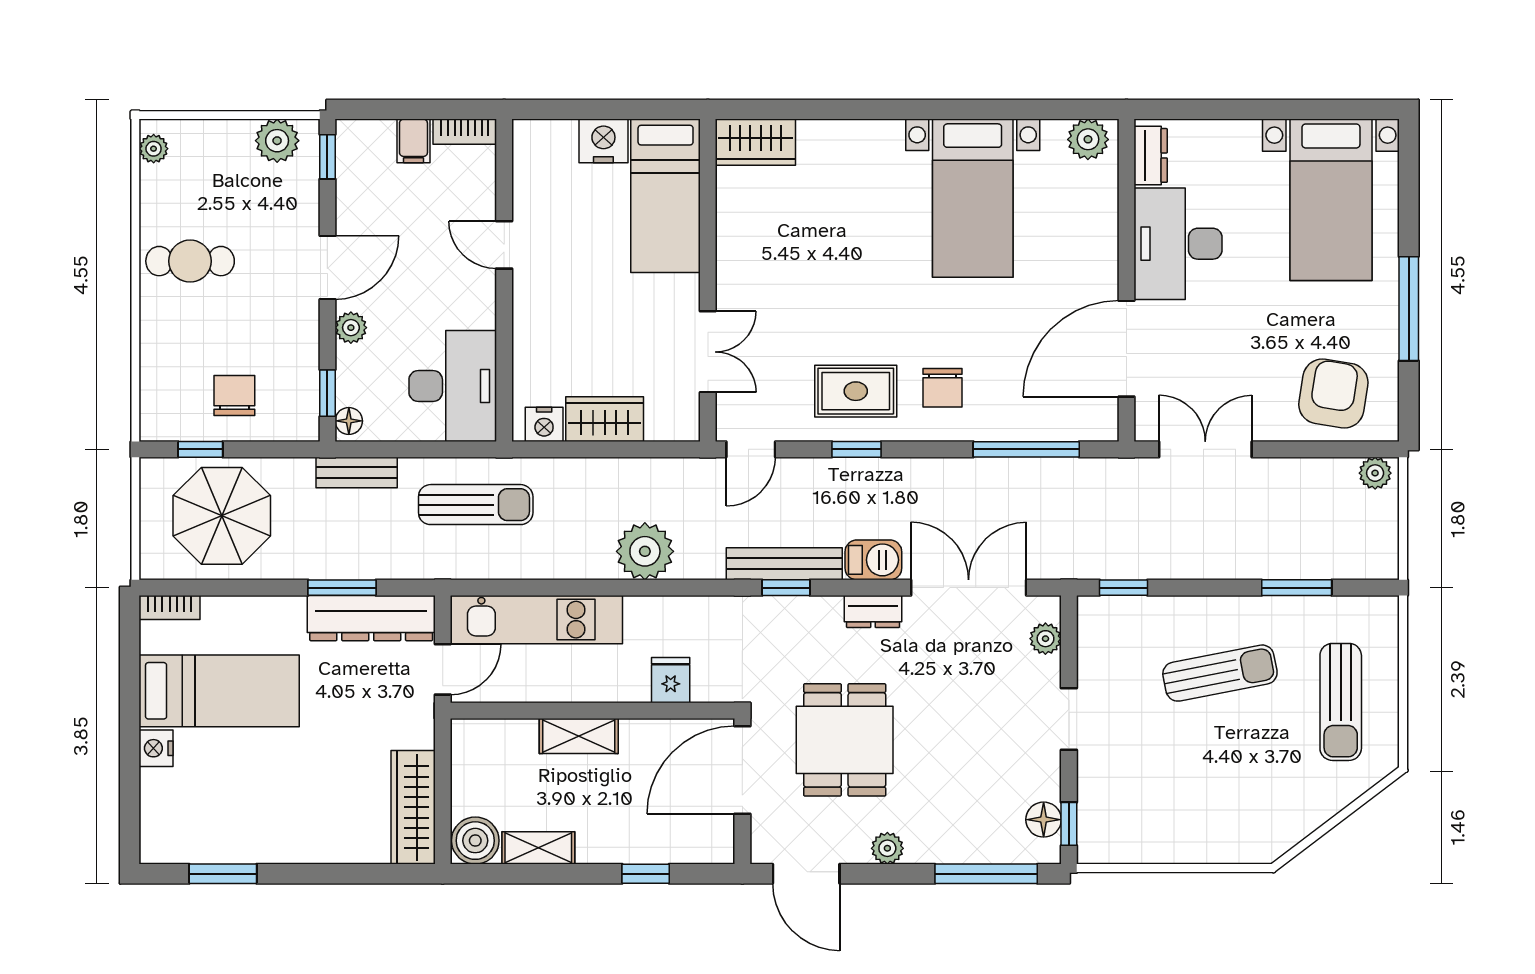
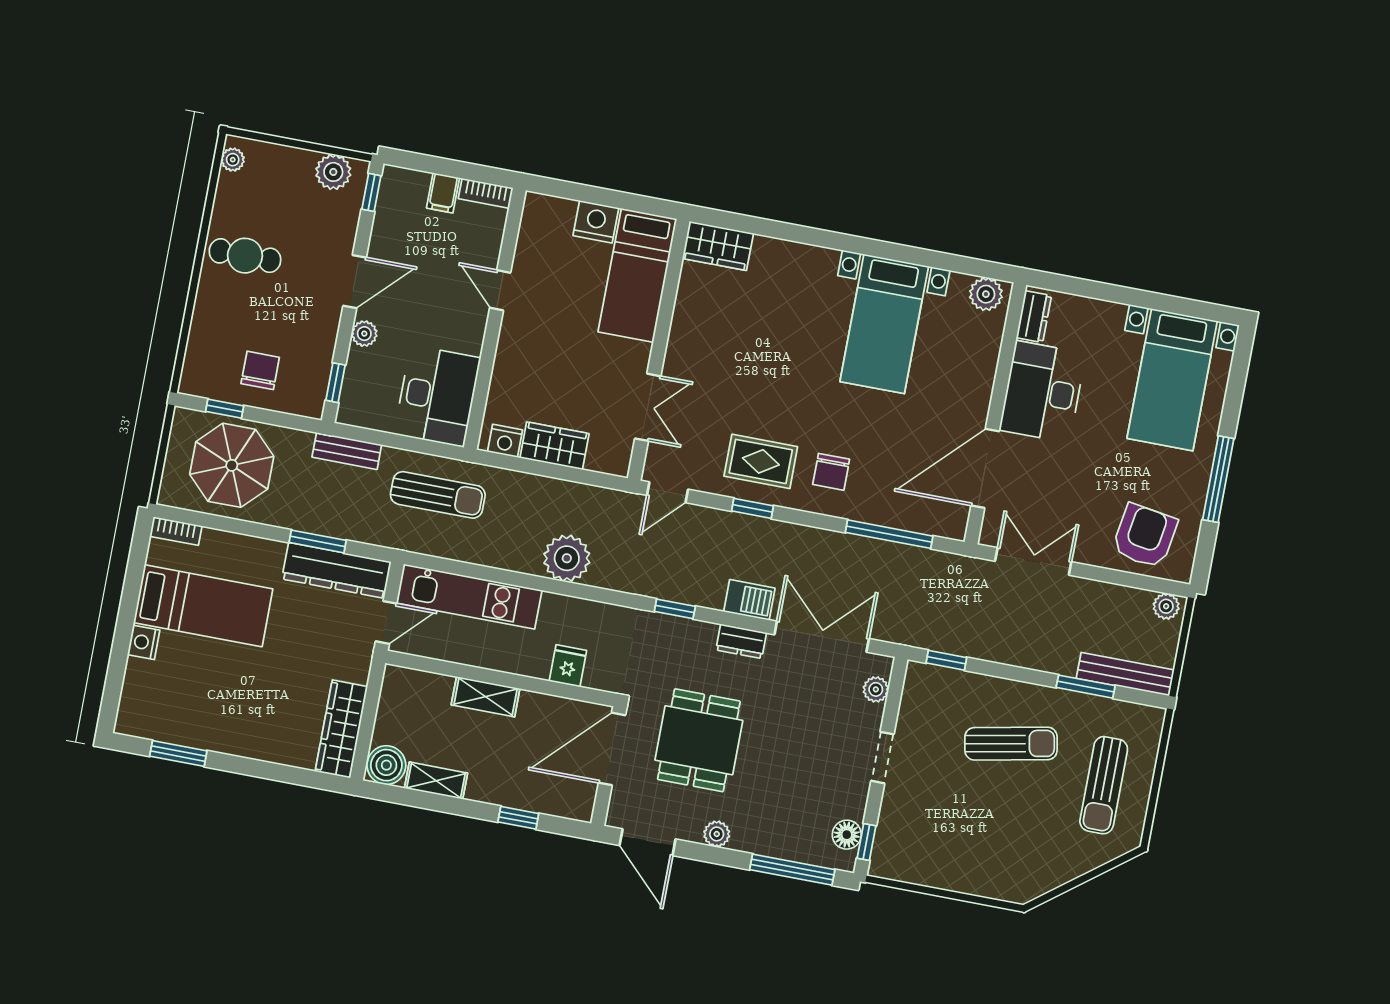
floor lamp: (349, 421) -> (348, 408), removed
bench: (784, 564) -> (1125, 674), moved

